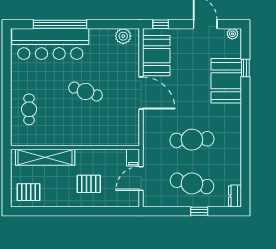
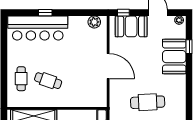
window: (60, 24) -> (45, 13), width x0.32
booth: (156, 56) -> (131, 26), moved, turned 90
cafe table: (86, 91) -> (48, 81), moved

